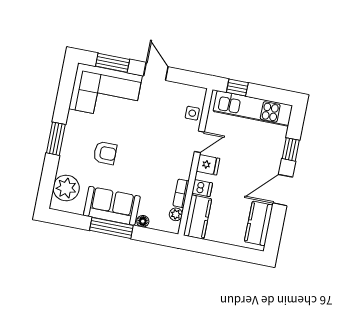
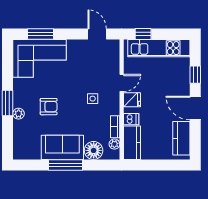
door: (156, 71) -> (97, 34), moved
side table: (192, 113) -> (93, 99), moved
plant: (66, 188) -> (19, 114), moved, width x0.53, depth x0.53
door: (283, 190) -> (195, 108), hinge flipped
floor lamp: (143, 221) -> (94, 150), width x1.89, depth x1.89

